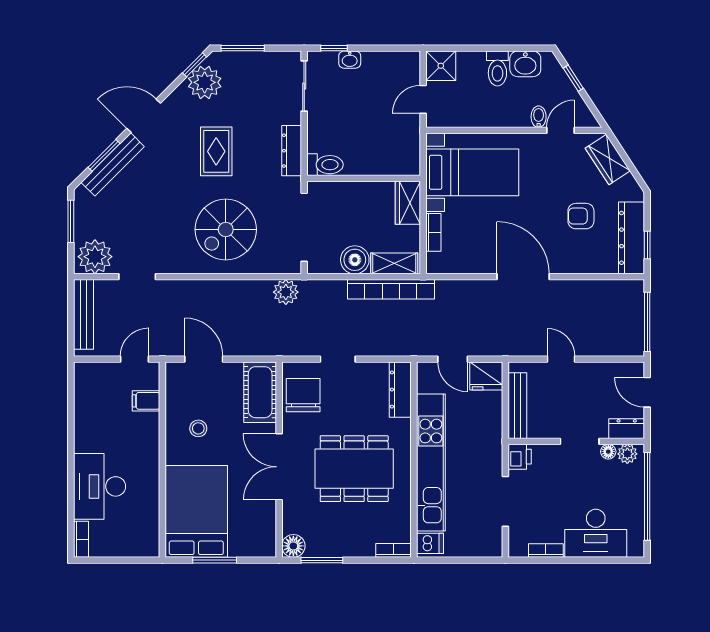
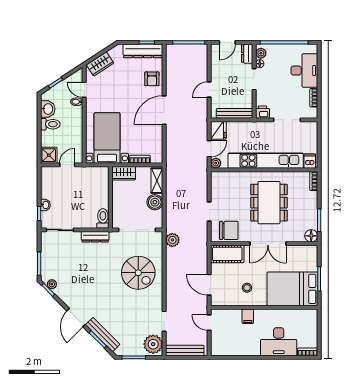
plant: (205, 82) -> (52, 284), width x0.53, depth x0.53
door: (423, 99) -> (67, 165), swing flipped
rug: (216, 151) -> (96, 278), removed
armchair: (581, 216) -> (152, 79), moved
bookcase: (391, 289) -> (171, 182), removed
door: (204, 359) -> (209, 285), hinge flipped
plant: (426, 371) -> (216, 163), added
dresser: (400, 390) -> (226, 177), removed
chair: (303, 395) -> (229, 230), turned 180
filing cabinet: (146, 401) -> (248, 316), moved

